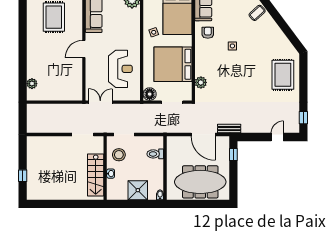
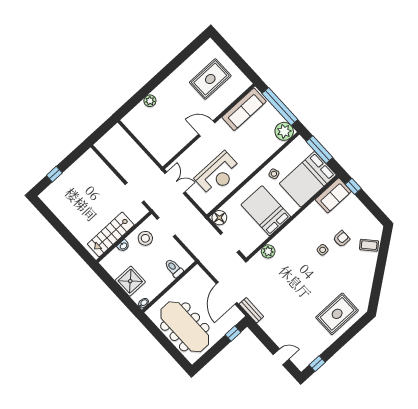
armchair: (208, 33) -> (341, 239), moved
bed: (173, 64) -> (266, 211), width x0.73
plant: (32, 84) -> (150, 101), moved

